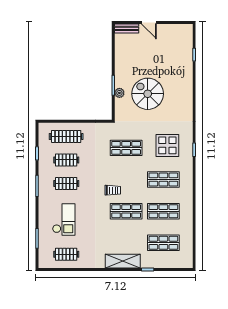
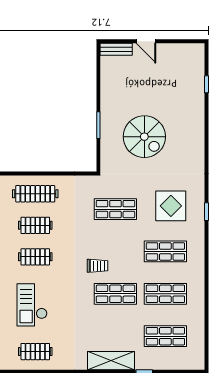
plant: (119, 93) -> (107, 135), removed
spiral stairs: (148, 94) -> (144, 137), turned 180
checkout: (64, 219) -> (32, 305), turned 180

